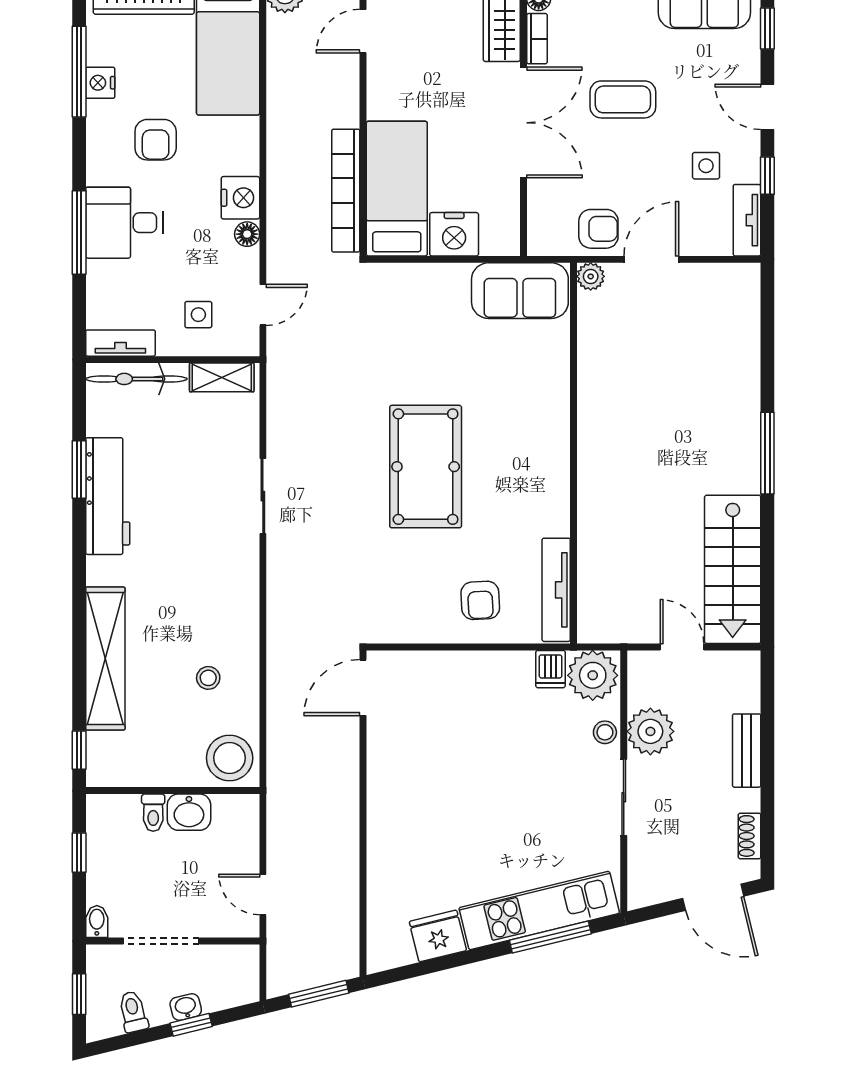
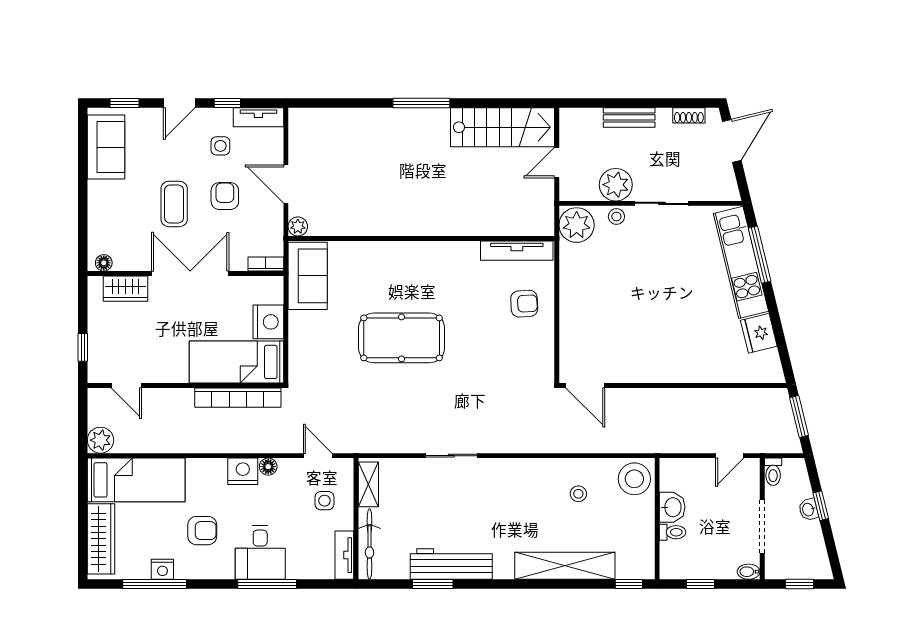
bookcase: (537, 39) -> (266, 264), moved
armchair: (598, 229) -> (225, 196), moved
pool table: (426, 467) -> (402, 338), moved
dishwasher: (551, 669) -> (572, 255), removed
toilet: (133, 1012) -> (773, 472), moved, turned -76

